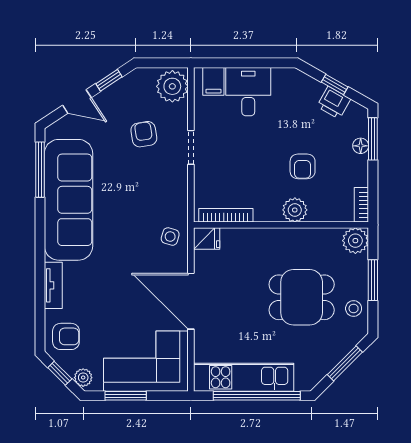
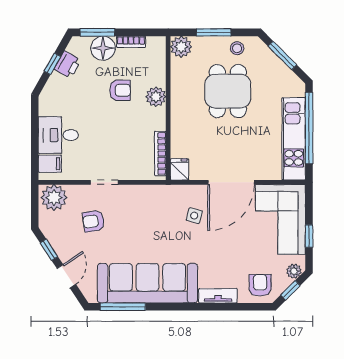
floor lamp: (361, 146) -> (103, 48), width x1.89, depth x1.89
bookcase: (361, 205) -> (131, 42), moved
side table: (170, 237) -> (194, 216), moved
window: (126, 396) -> (309, 236), width x0.67

